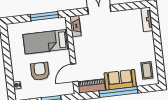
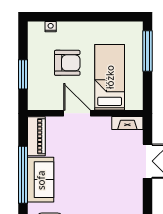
window: (44, 16) -> (147, 51), moved
door: (74, 73) -> (77, 113), moved

